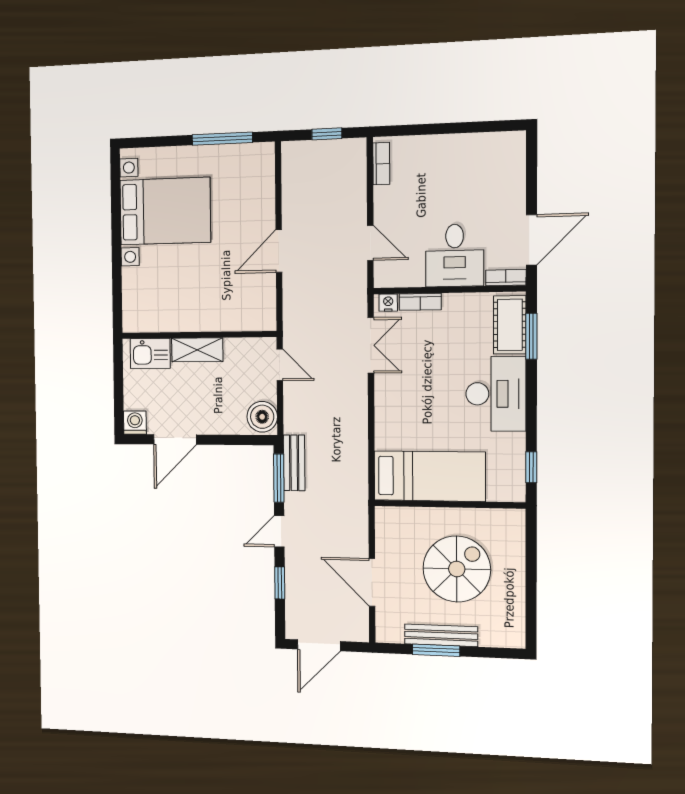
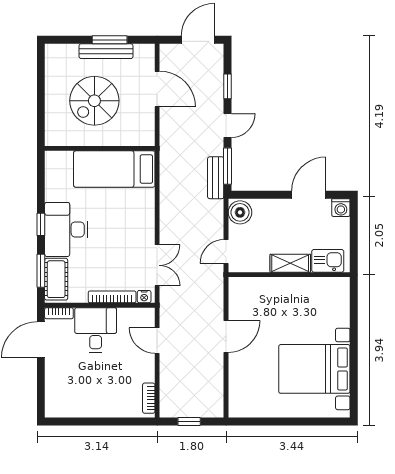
window: (222, 139) -> (269, 422), removed
bookcase: (420, 302) -> (112, 297), width x1.56
double door: (371, 345) -> (157, 265), swing flipped
door: (280, 365) -> (226, 251), hinge flipped
window: (531, 467) -> (41, 224), moved

